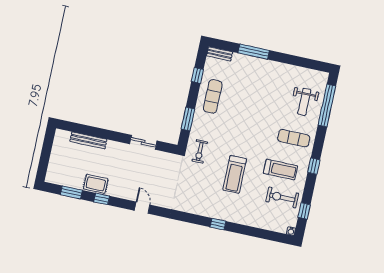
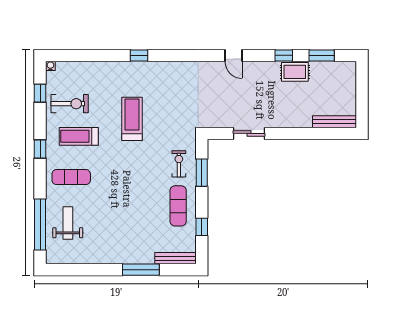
bench: (220, 54) -> (175, 258), width x1.36
bench: (88, 140) -> (335, 122), moved
exercise bike: (200, 151) -> (179, 164), moved

